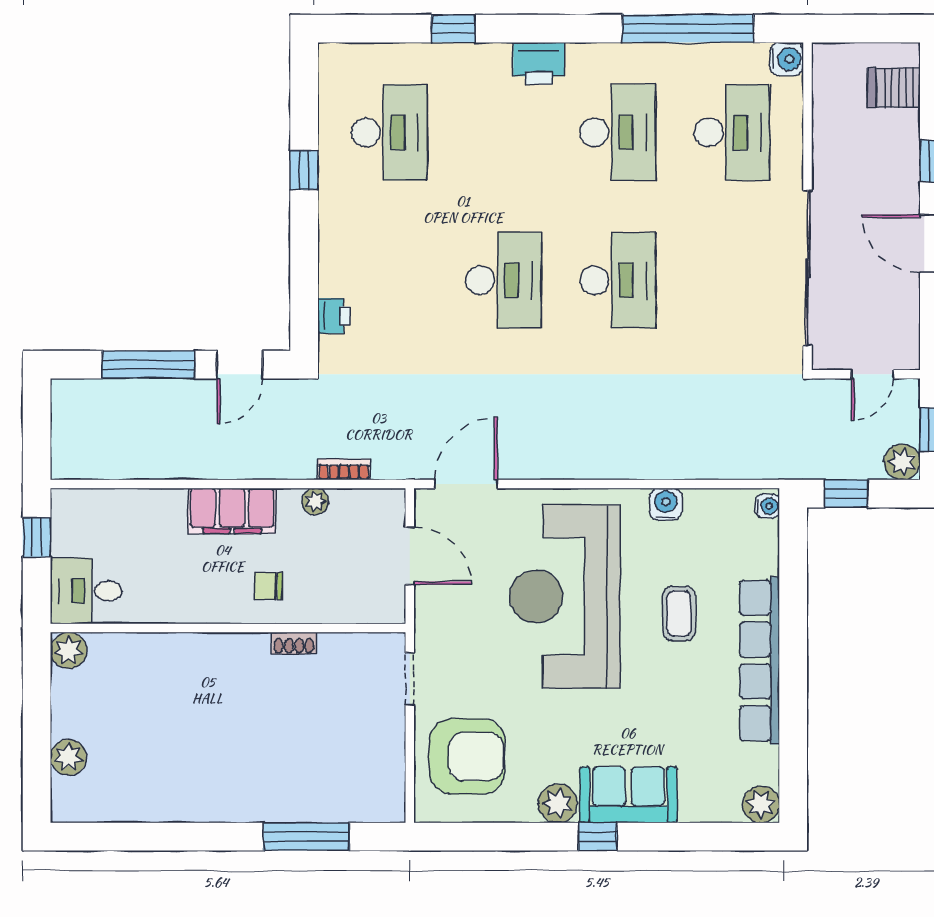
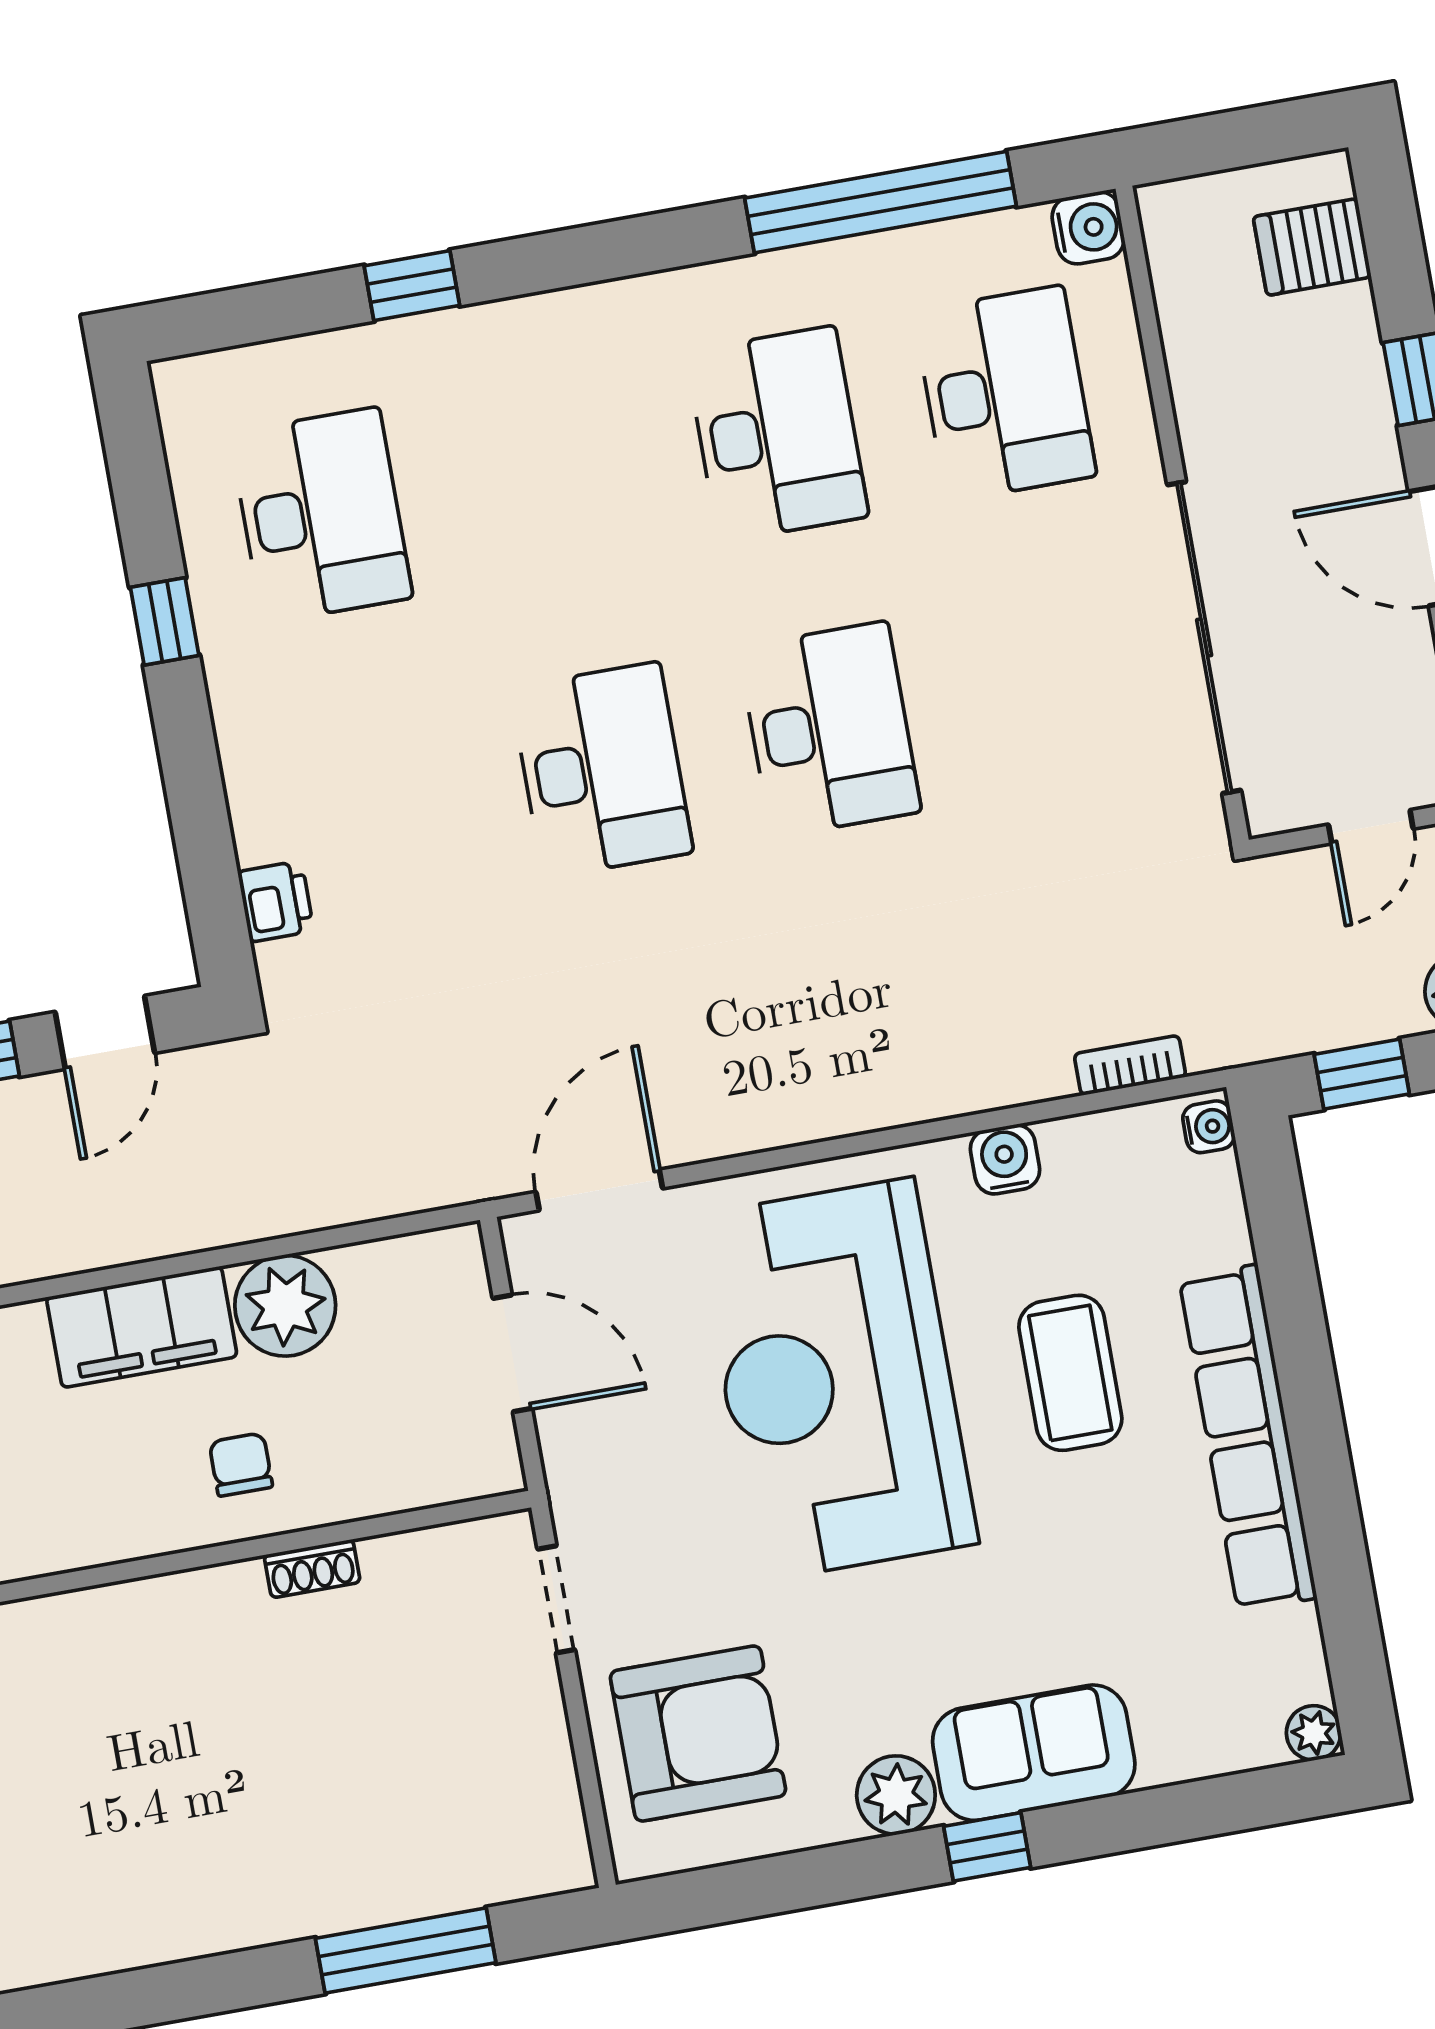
printer: (539, 63) -> (595, 325), removed
bookcase: (344, 469) -> (1130, 1065), moved
plant: (315, 501) -> (285, 1306), width x1.87, depth x1.87
chair: (268, 586) -> (241, 1465), turned 90
coffee table: (679, 614) -> (1070, 1373), width x1.36, depth x1.30
plant: (761, 804) -> (1314, 1733), width x0.73, depth x0.73

